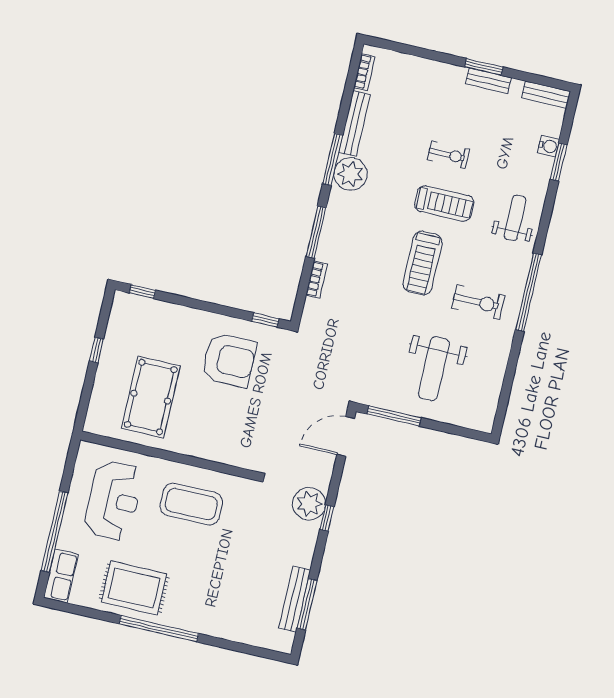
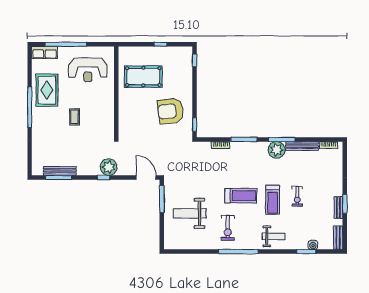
treadmill: (422, 263) -> (241, 196), turned 180
armchair: (229, 360) -> (171, 111), turned 83
coffee table: (191, 504) -> (75, 117), moved, width x0.54, depth x0.58

